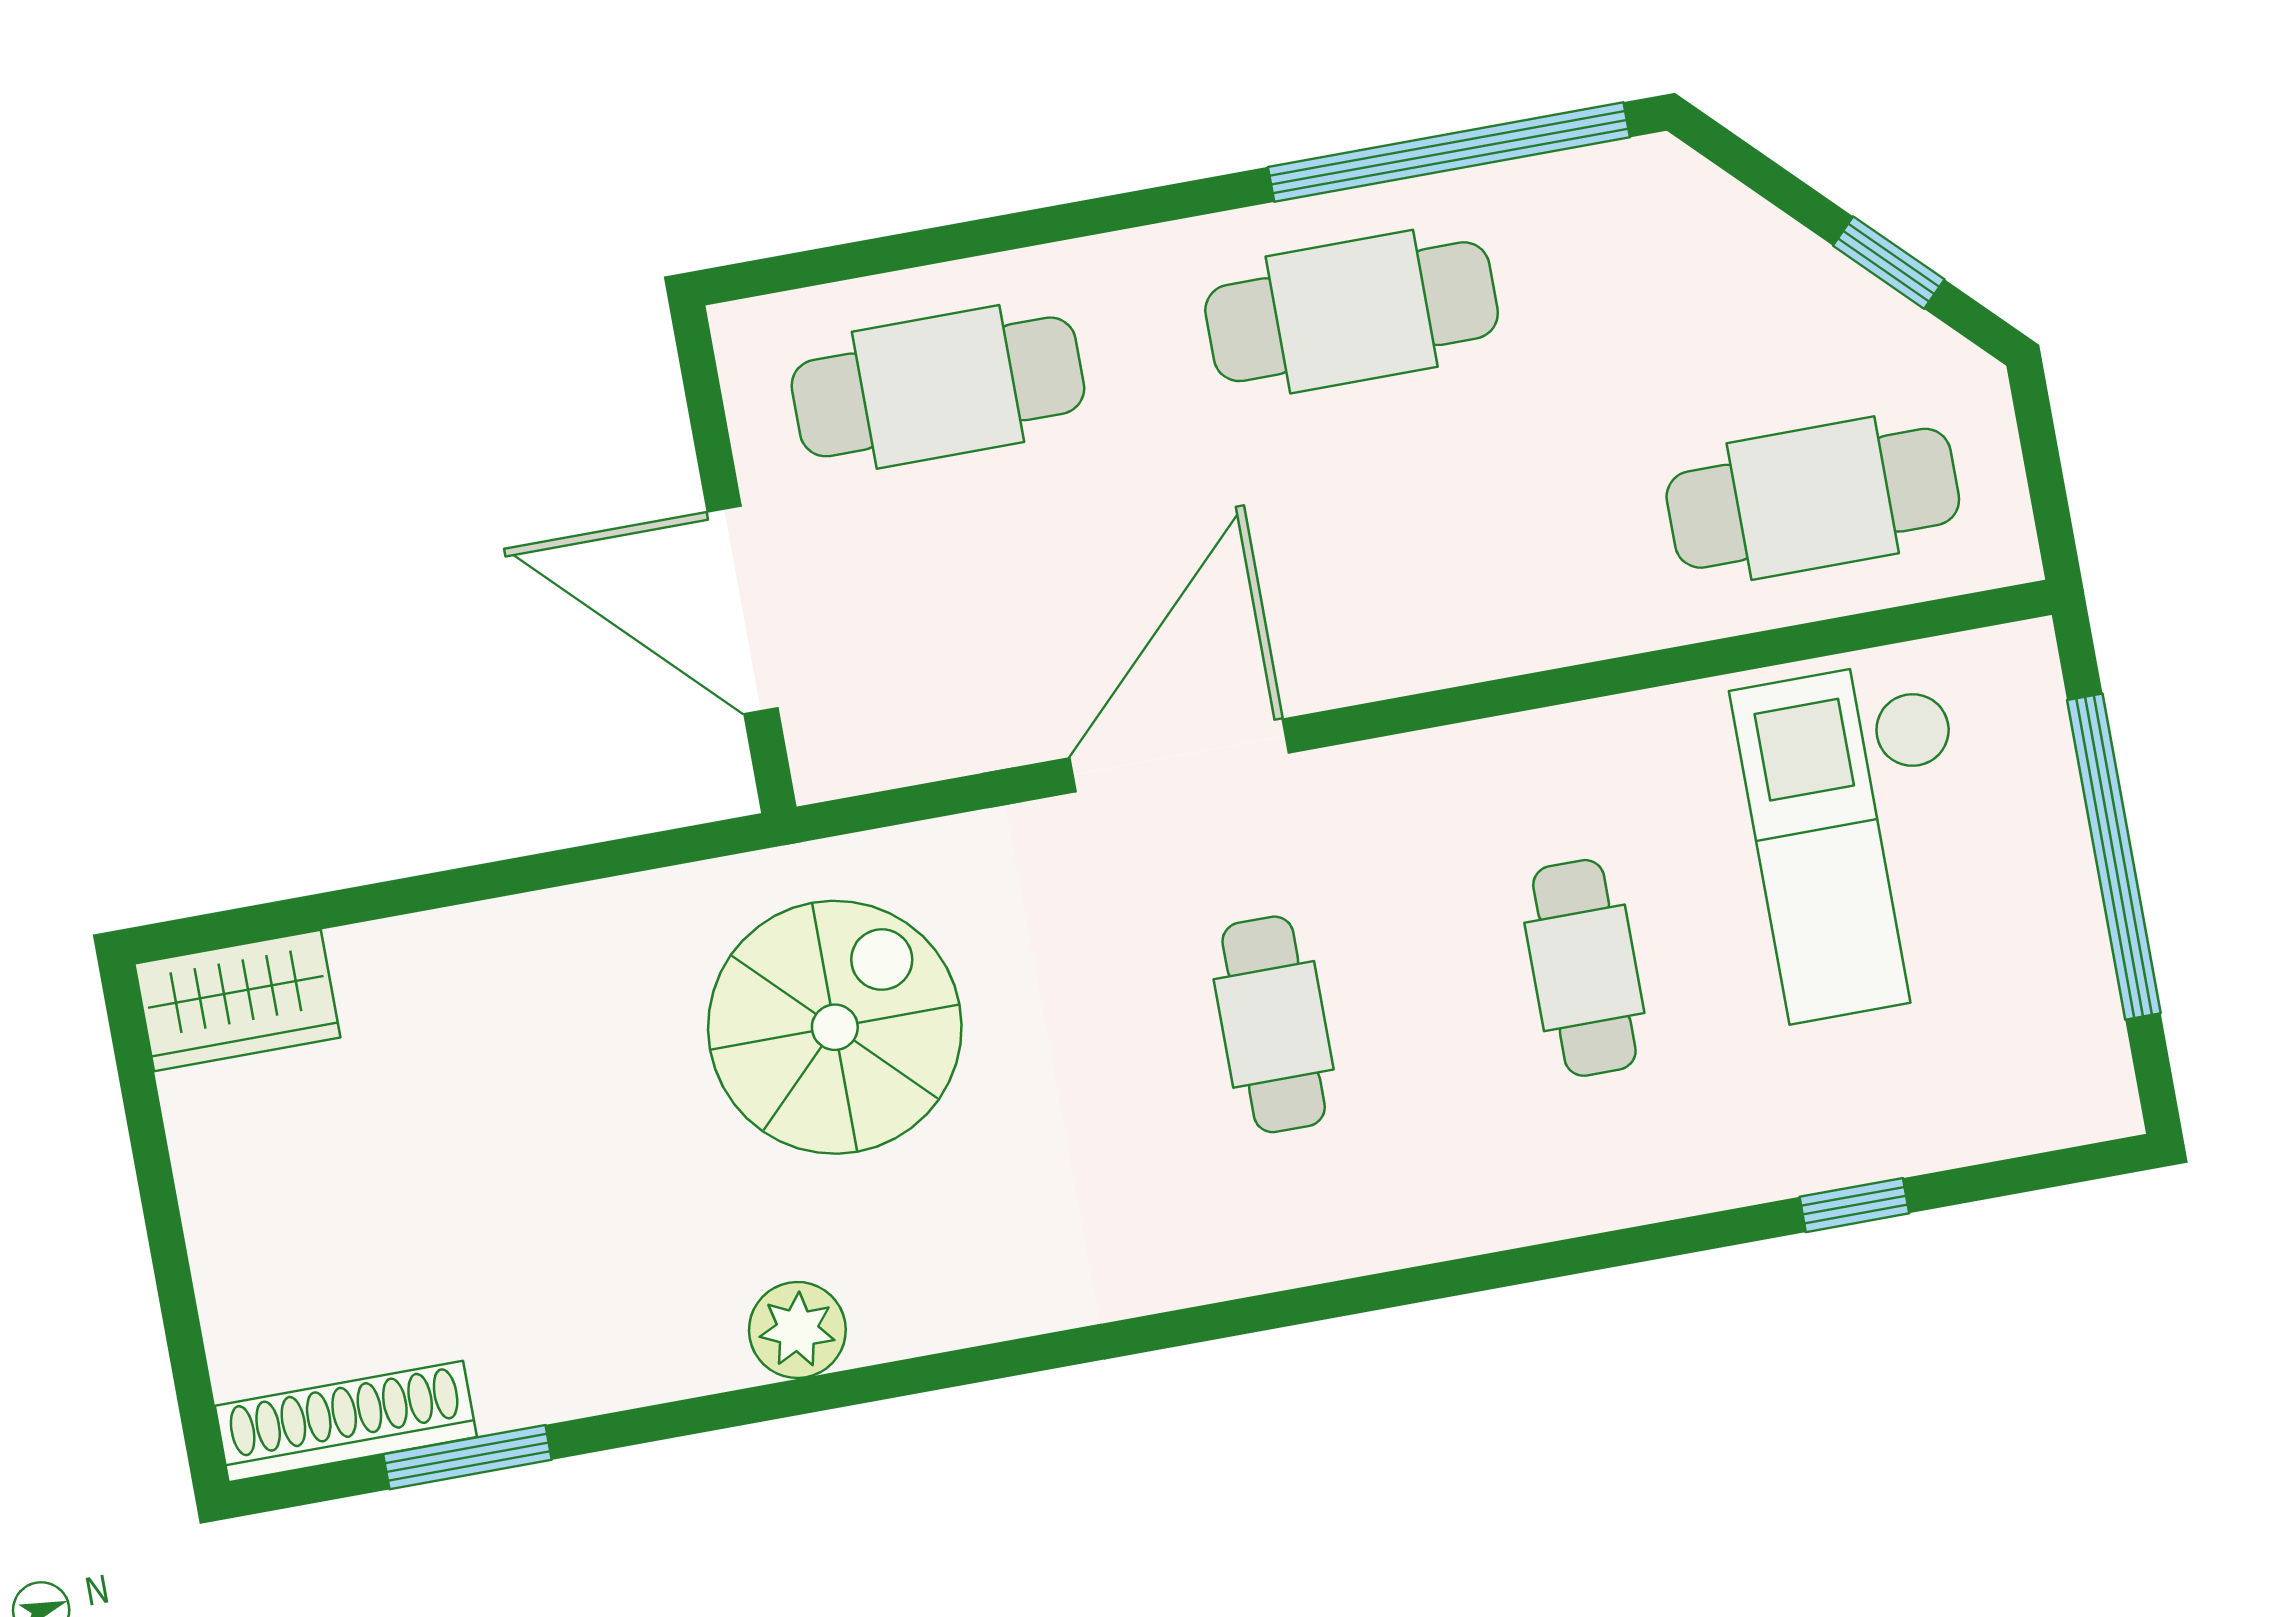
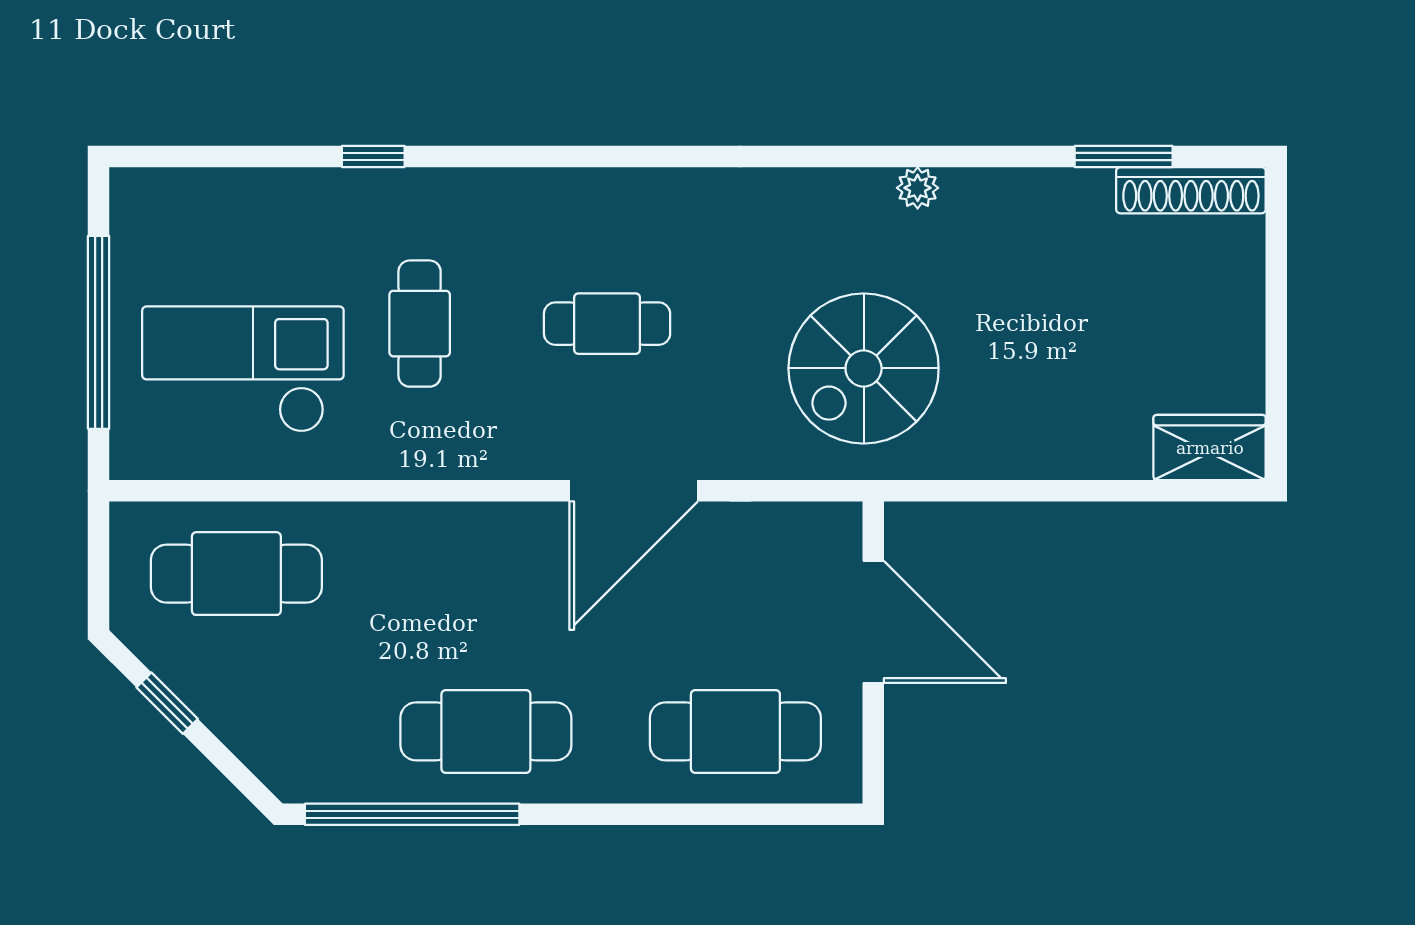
checkout: (1863, 839) -> (243, 369), turned -90
cafe table: (1274, 1024) -> (607, 324), turned 90
window: (1854, 1205) -> (373, 156), moved
plant: (797, 1330) -> (918, 188), width x0.73, depth x0.73

